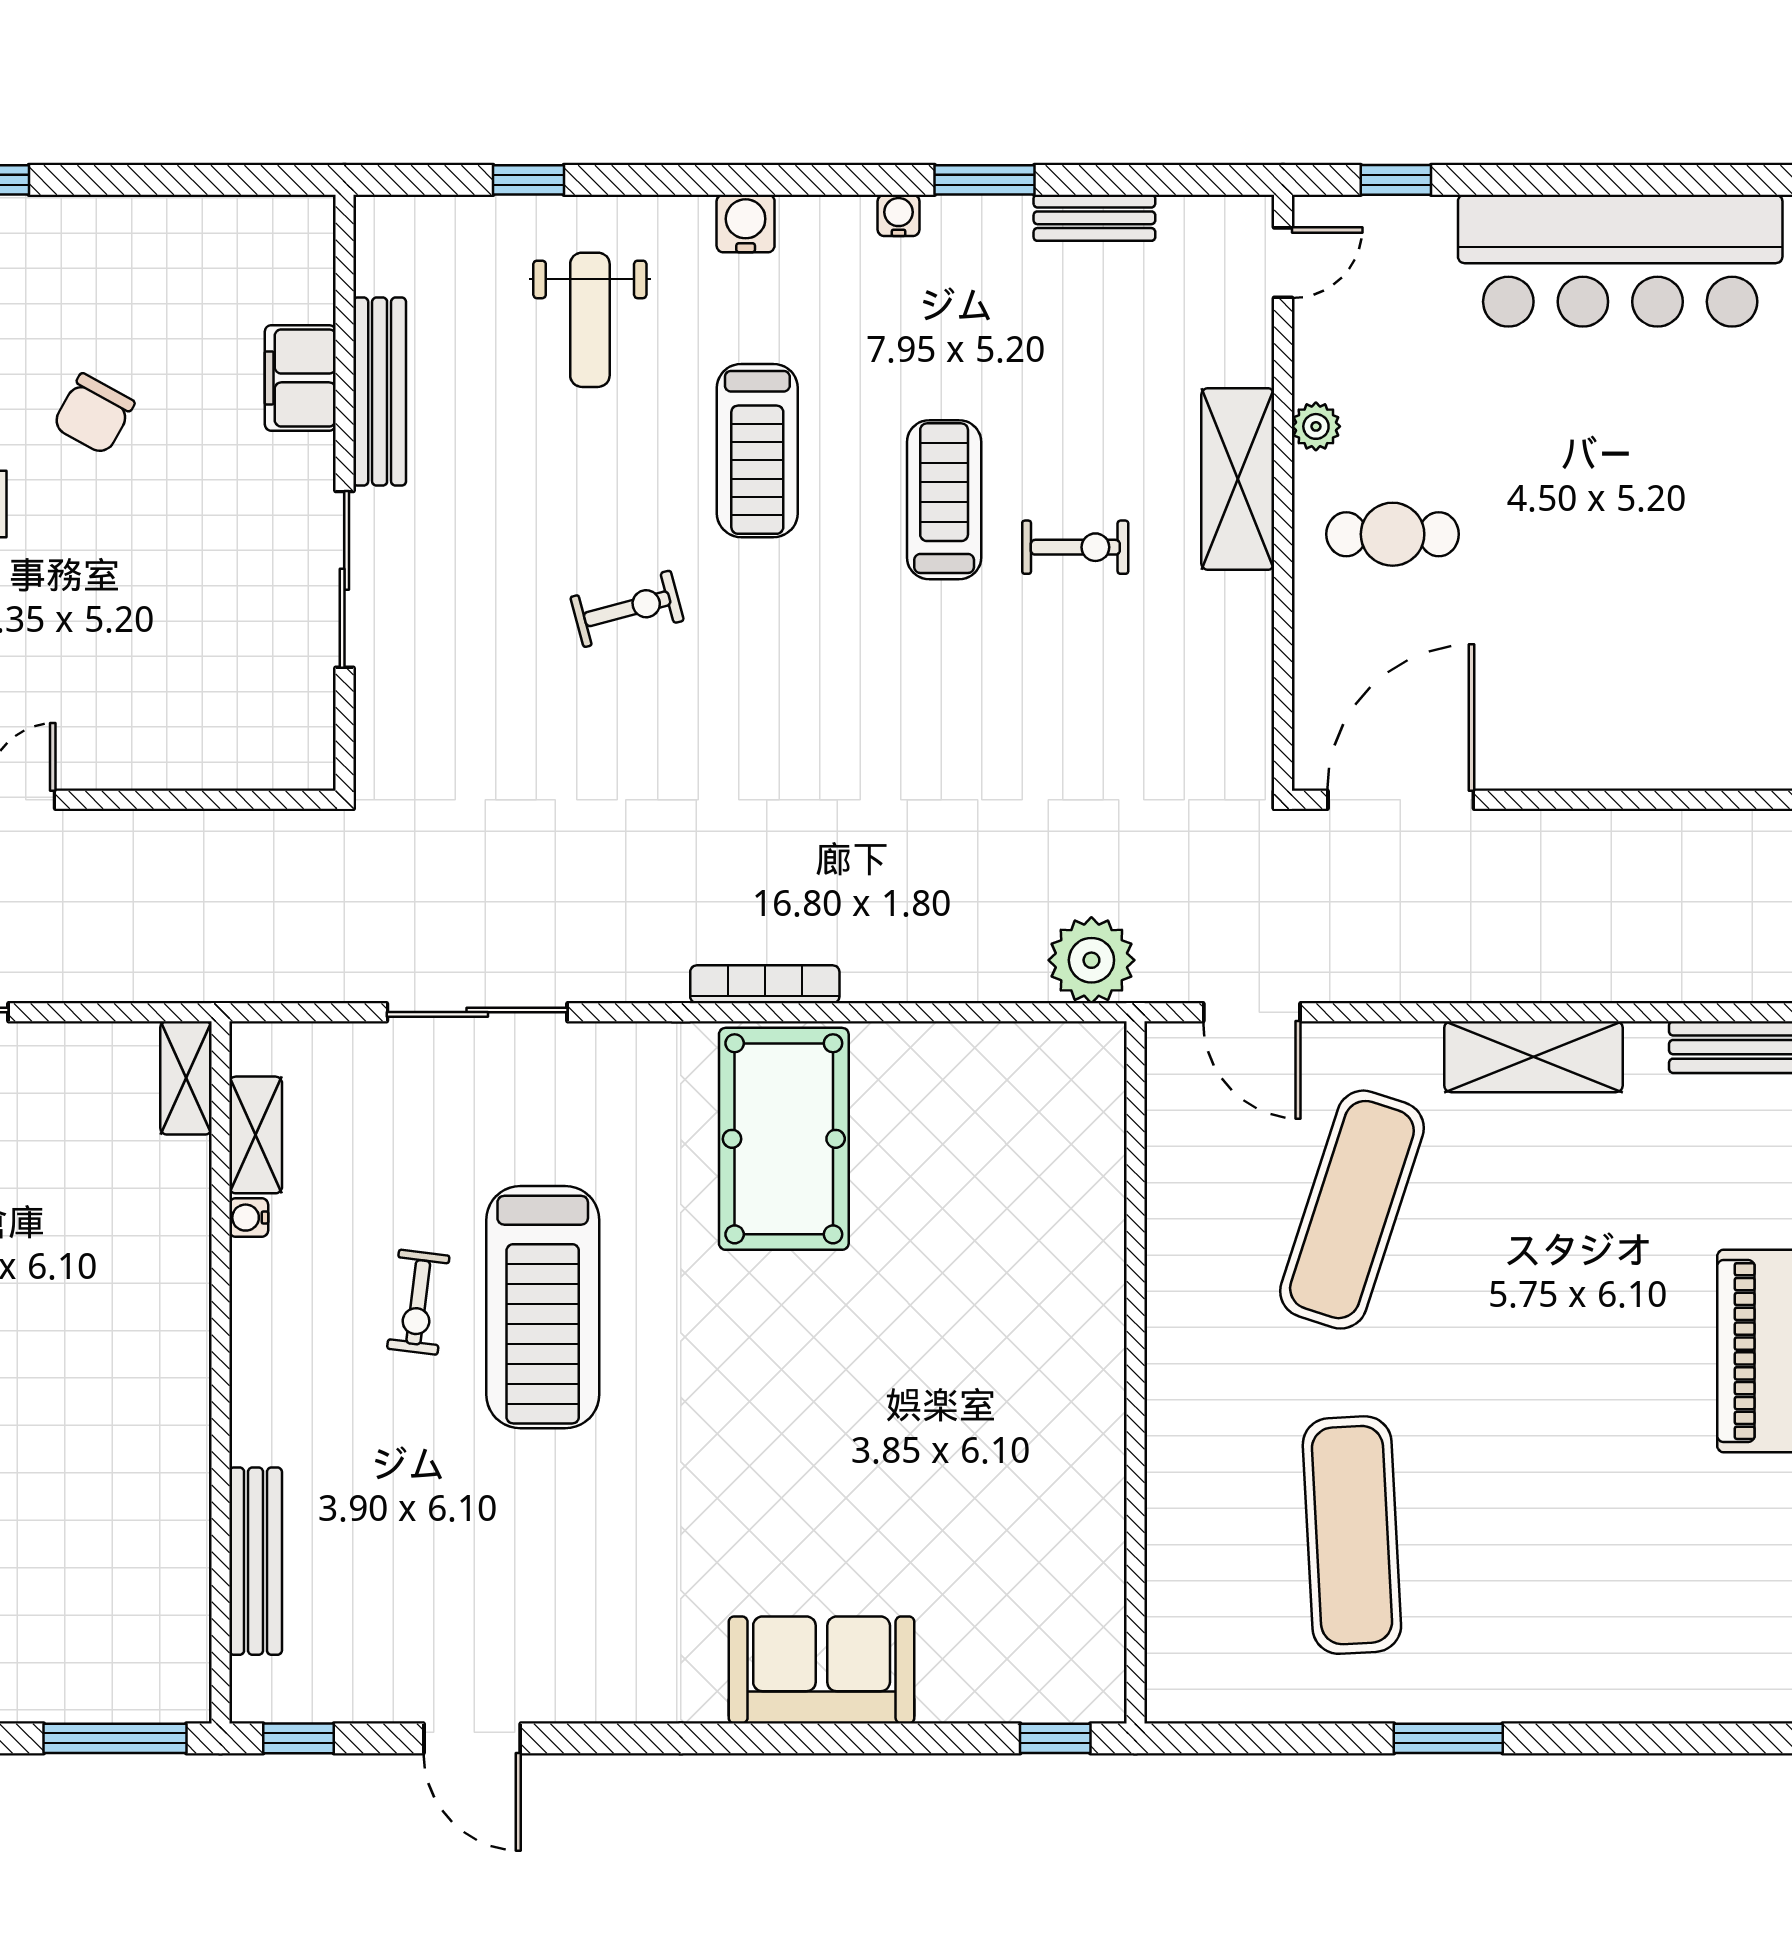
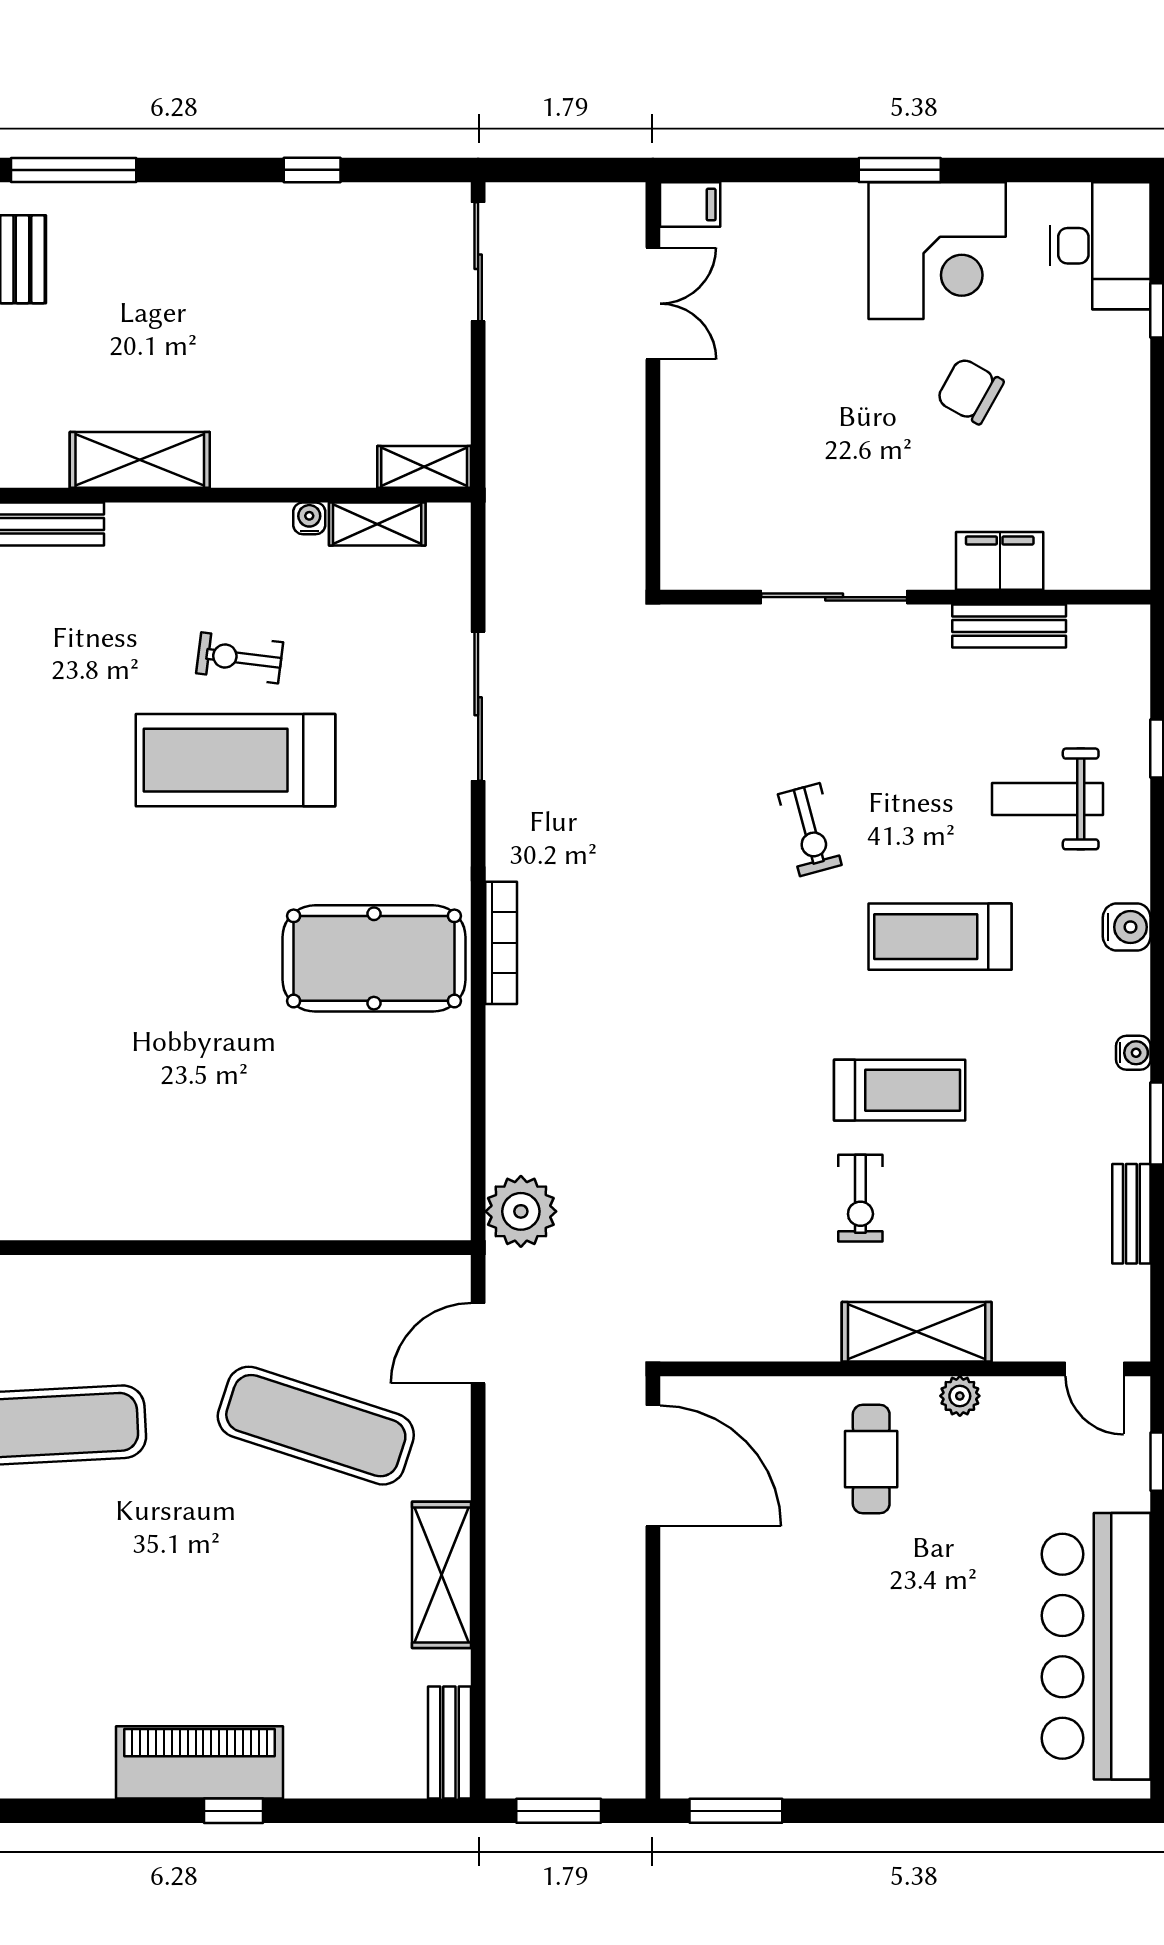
bench: (380, 392) -> (1009, 626), width x0.73
shelving: (178, 1424) -> (140, 460), added

